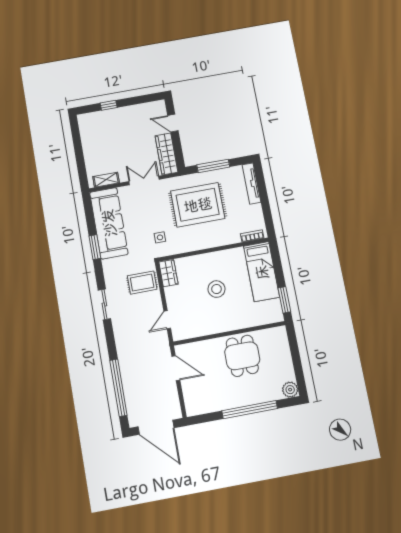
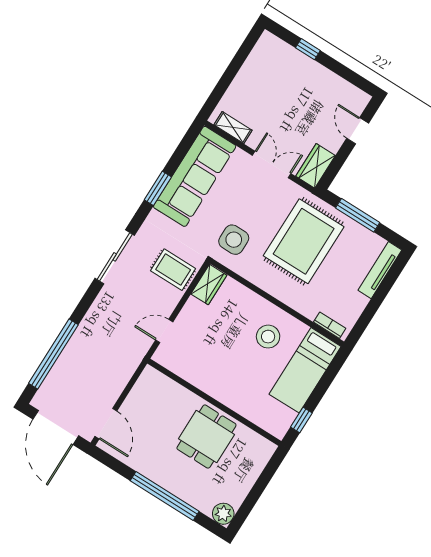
wardrobe: (166, 154) -> (316, 166), width x0.67
rug: (198, 205) -> (304, 241), turned 90
side table: (160, 237) -> (234, 240), width x1.87, depth x1.87
stool: (217, 289) -> (268, 337), moved
window: (284, 300) -> (301, 420), width x0.67
sliding door: (104, 304) -> (115, 257), width x1.37
door: (176, 368) -> (106, 424), moved

